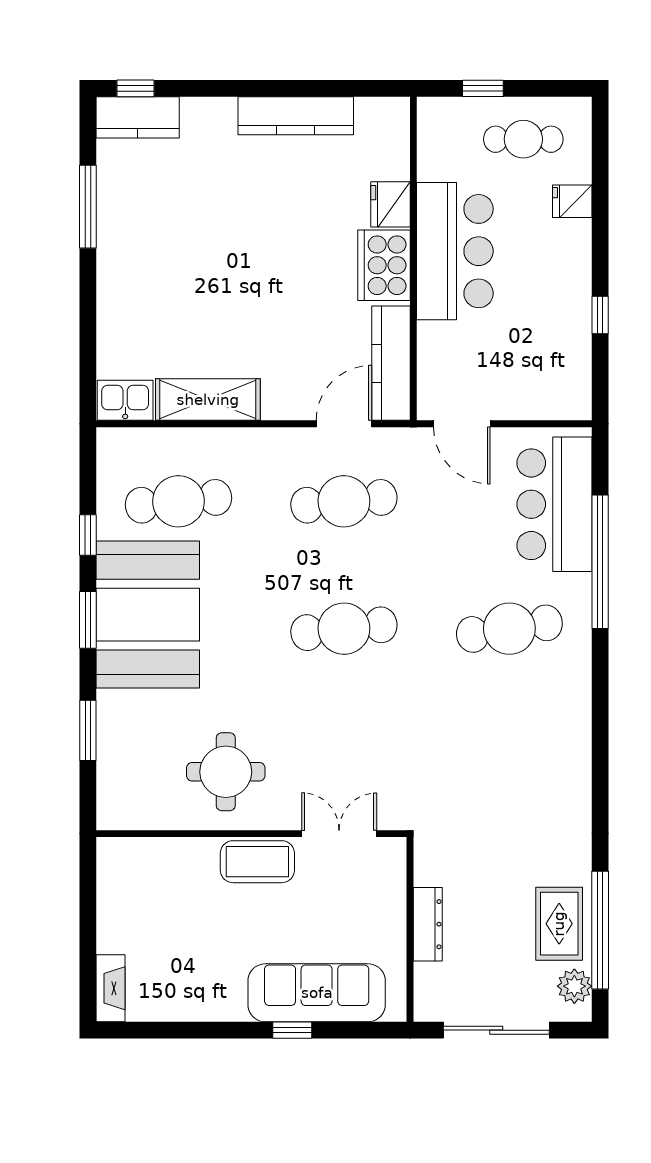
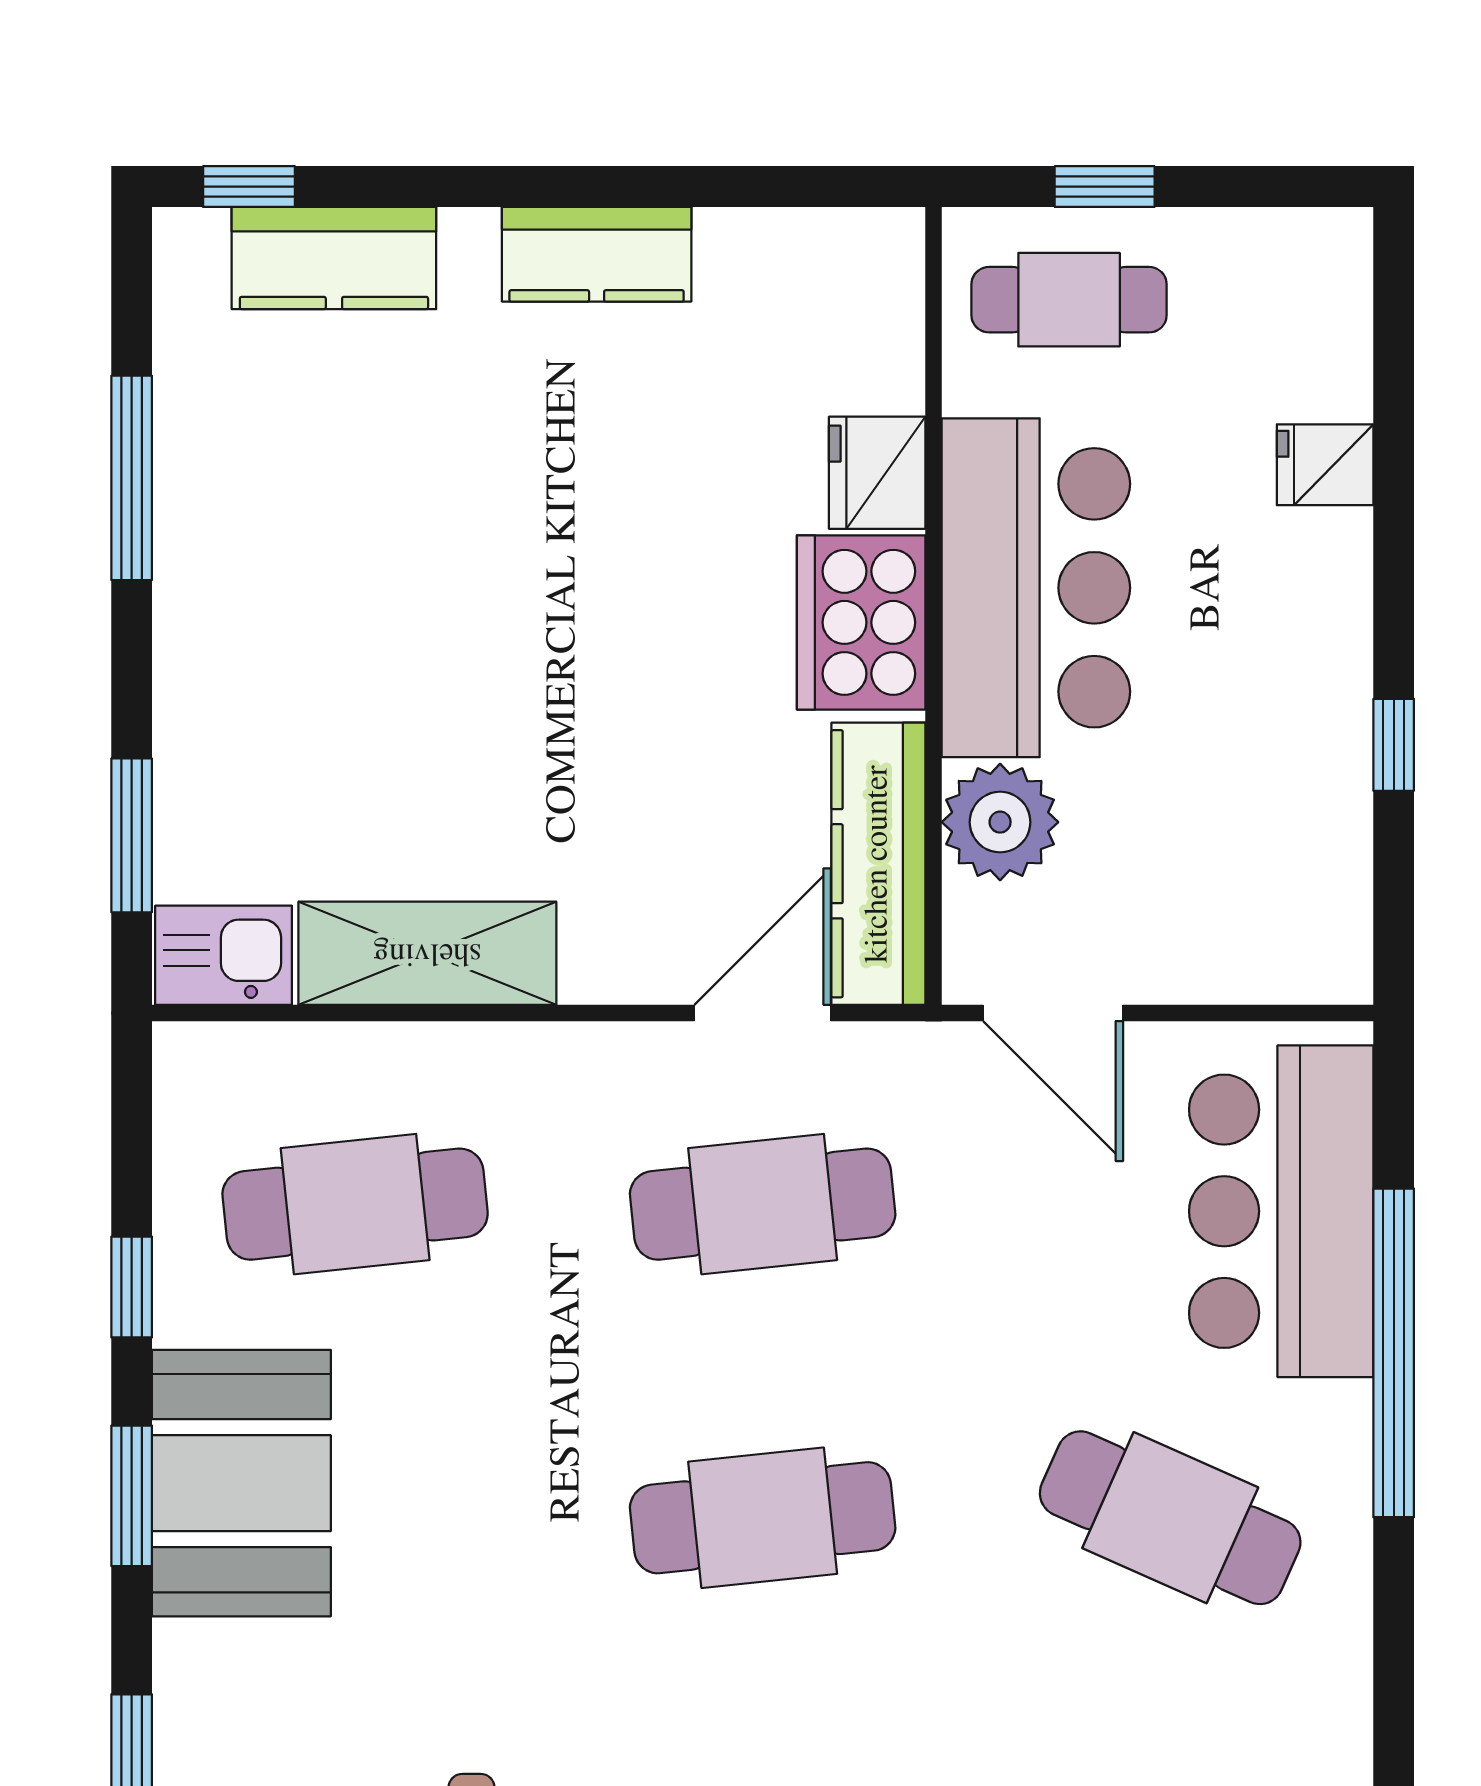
kitchen counter: (296, 116) -> (597, 254), width x0.67
kitchen counter: (138, 117) -> (334, 258), moved
cafe table: (523, 139) -> (1069, 300), moved
plant: (440, 346) -> (1000, 822), added
window: (88, 352) -> (132, 835), added
booth: (148, 615) -> (241, 1483), width x0.73, depth x0.70
cafe table: (509, 629) -> (1170, 1518), turned 33

